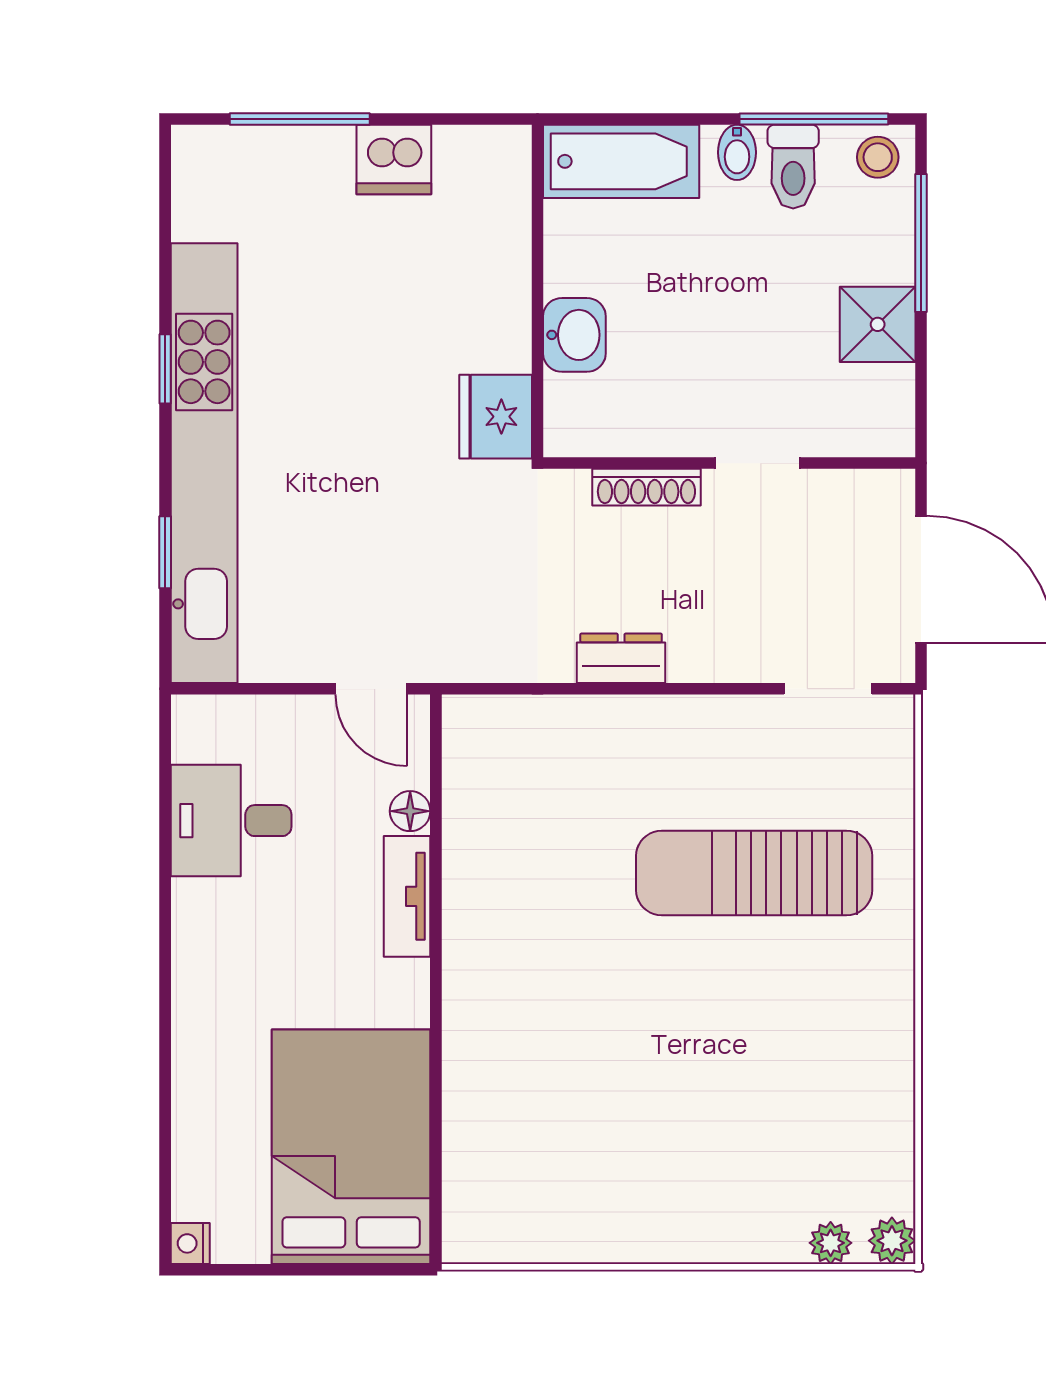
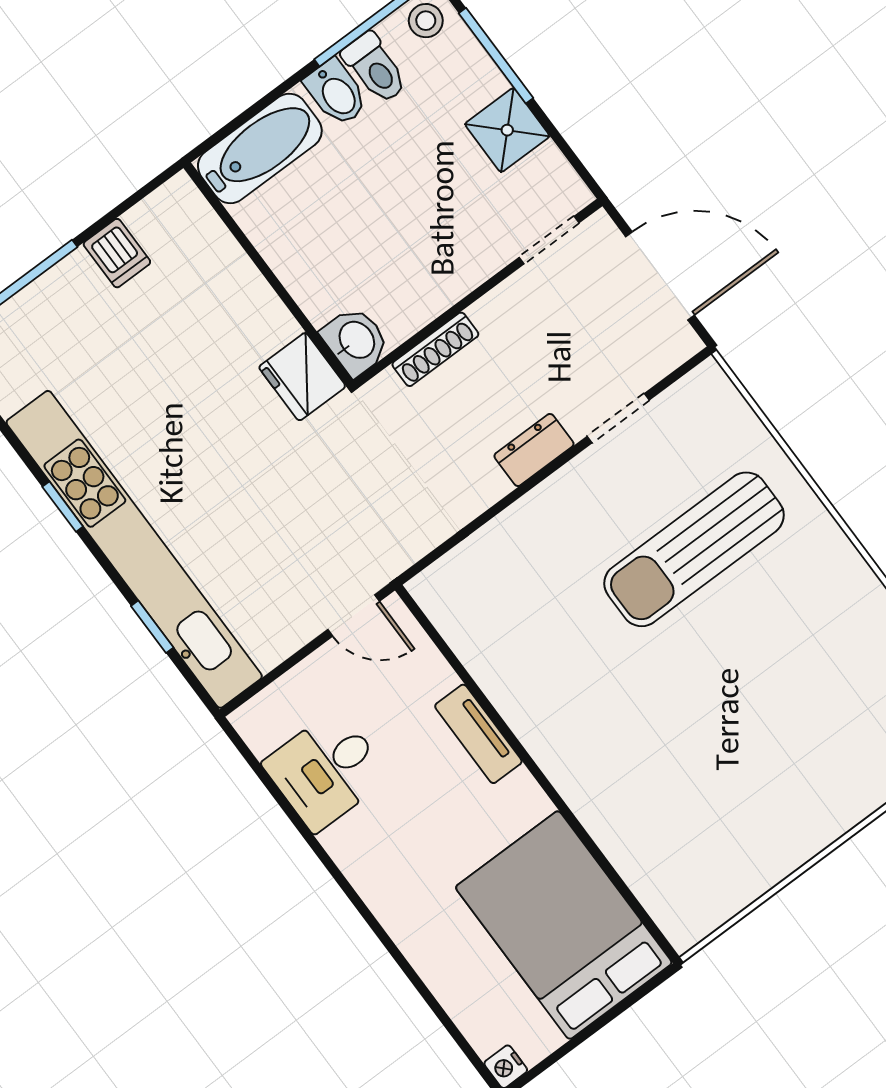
bidet: (737, 152) -> (336, 93), width x1.38, depth x1.36
dishwasher: (394, 159) -> (117, 253), width x0.73
washbasin: (574, 335) -> (356, 341), moved
doorway: (758, 463) -> (549, 240), moved
dresser: (621, 658) -> (534, 450), moved
doorway: (828, 689) -> (618, 418), moved
floor lamp: (410, 811) -> (439, 677), removed

